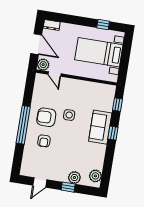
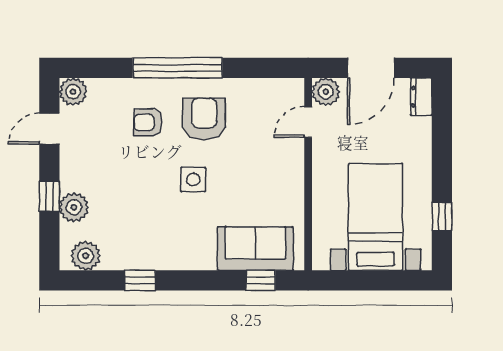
side table: (69, 115) -> (193, 180), moved
sofa: (100, 127) -> (255, 249), moved
window: (113, 133) -> (140, 280), moved
plant: (26, 170) -> (73, 92), added
door: (40, 182) -> (49, 129), hinge flipped

